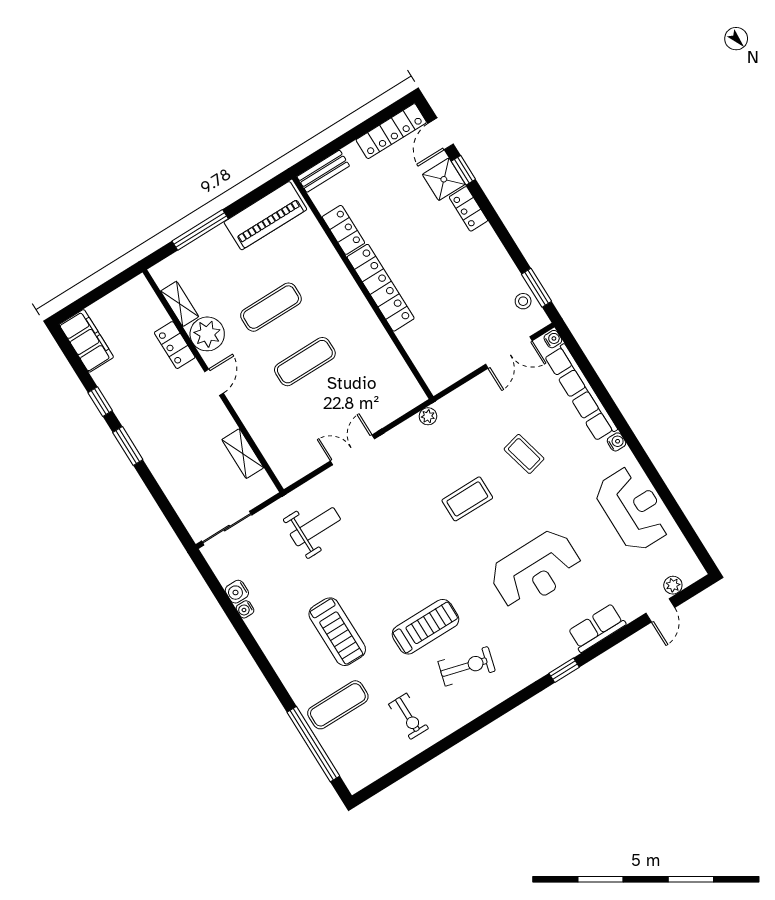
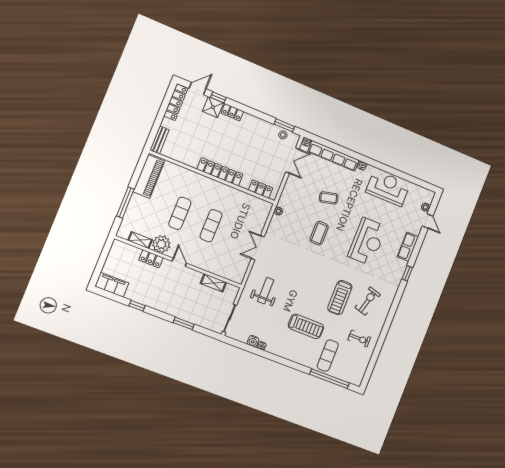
door: (441, 134) -> (197, 89), swing flipped
locker: (343, 230) -> (261, 189), moved
window: (128, 446) -> (184, 323), moved
treadmill: (425, 627) -> (340, 298), turned 180

